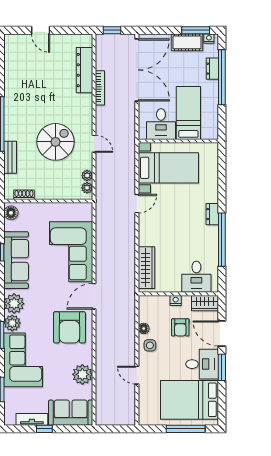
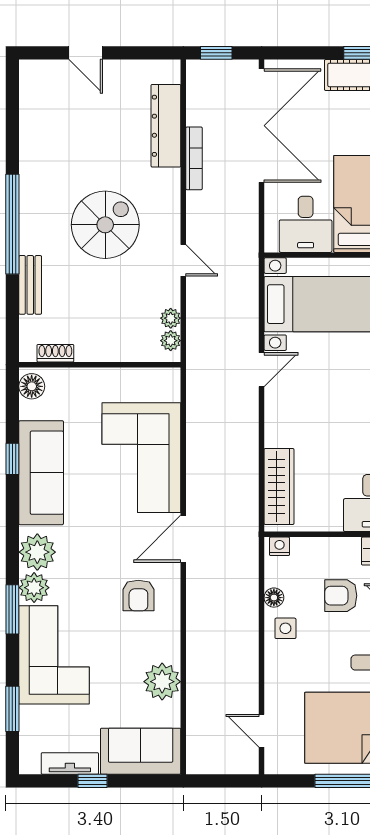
spiral stairs: (56, 142) -> (105, 225), moved
nightstand: (176, 300) -> (280, 546), moved
armchair: (69, 327) -> (138, 595), width x0.53, depth x0.53
armchair: (180, 327) -> (341, 596), turned 90
door: (137, 375) -> (262, 731), moved

